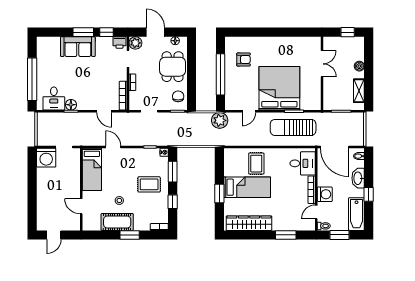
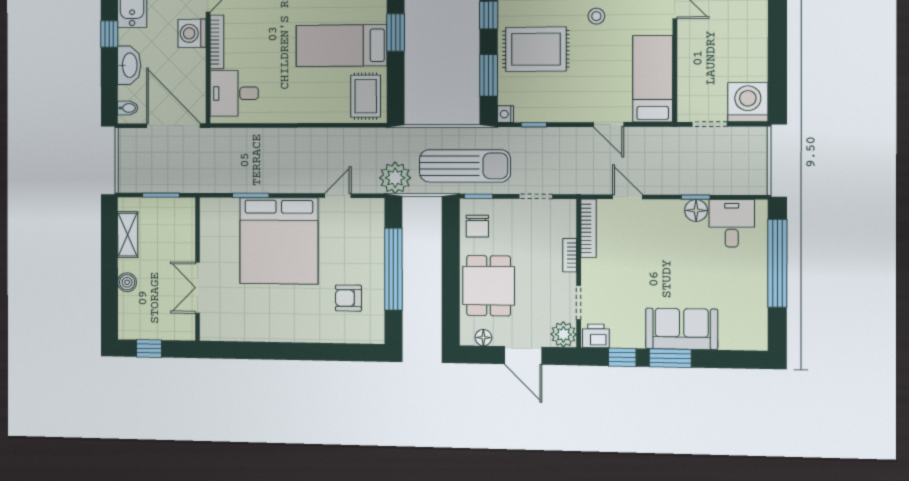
sun lounger: (293, 127) -> (465, 166), moved
rug: (256, 164) -> (366, 96), moved
rug: (149, 184) -> (536, 49), width x1.36, depth x1.43

